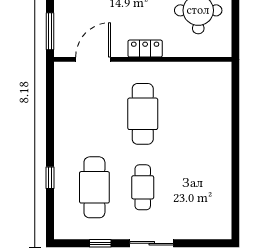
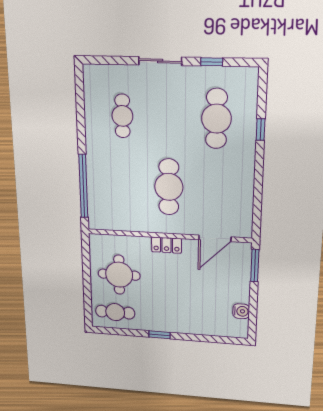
window: (235, 111) -> (83, 186), added
cafe table: (143, 187) -> (122, 116), moved

